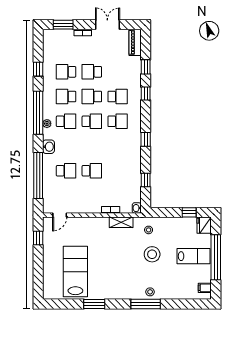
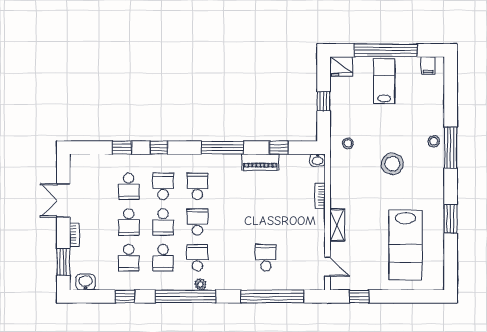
piano: (135, 42) -> (260, 162), moved
window: (146, 139) -> (222, 148), width x2.17
washbasin: (49, 147) -> (86, 282), moved
school desk: (92, 171) -> (129, 186), moved, turned 180
window: (189, 212) -> (324, 101), moved
shelving: (121, 222) -> (337, 225), moved
stool: (152, 254) -> (392, 164), moved
lab bench: (75, 271) -> (405, 245), turned -90

